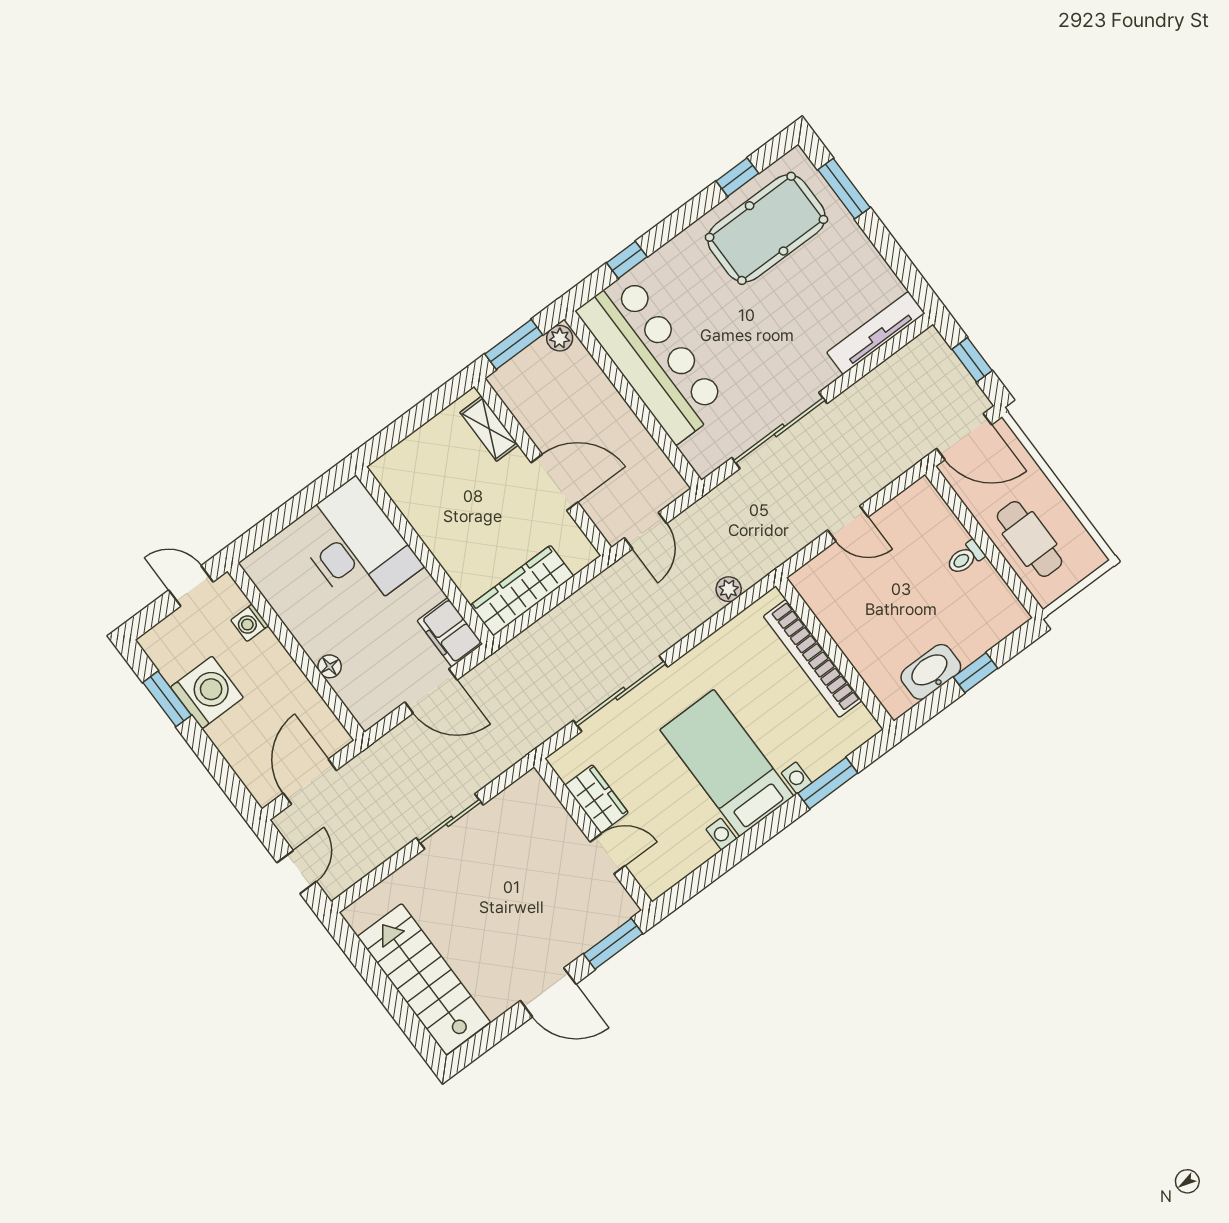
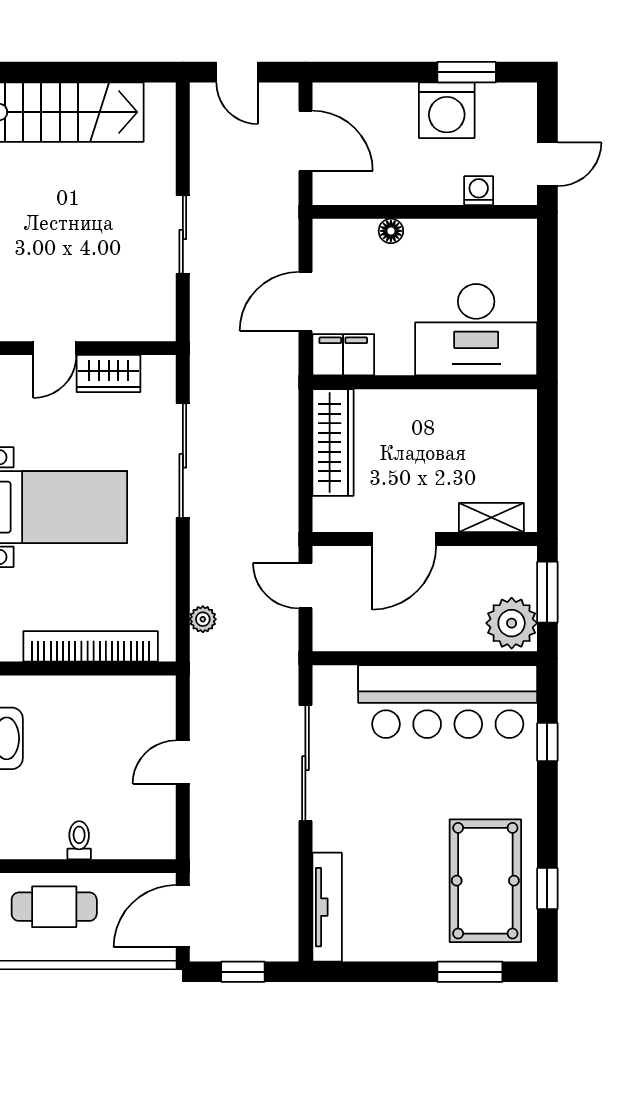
plant: (560, 338) -> (512, 623), width x1.87, depth x1.87

